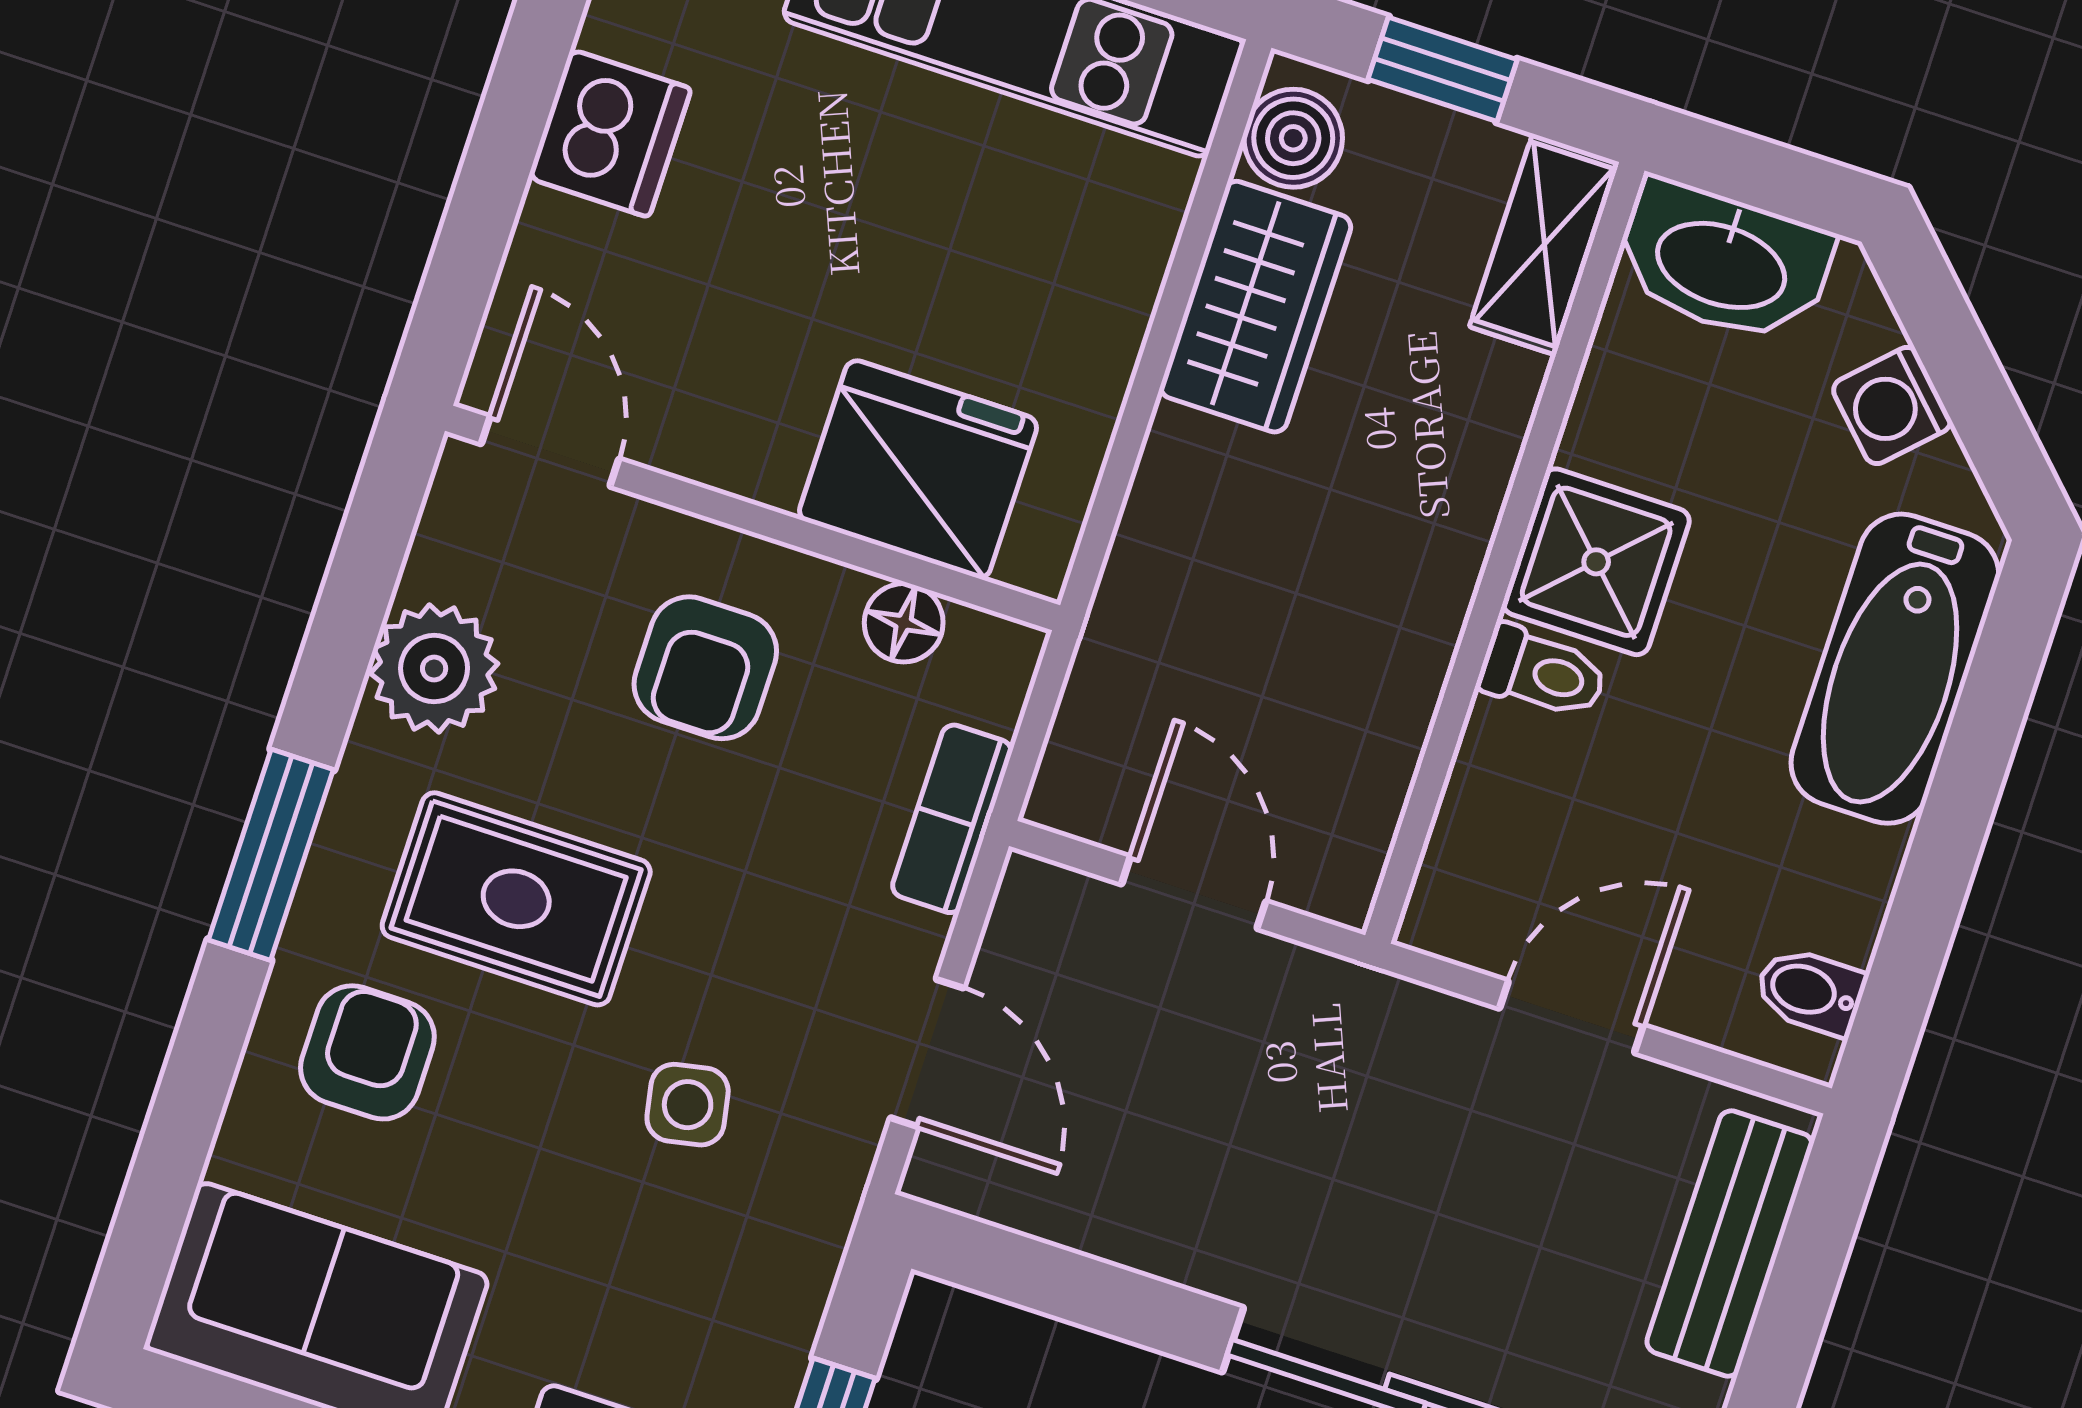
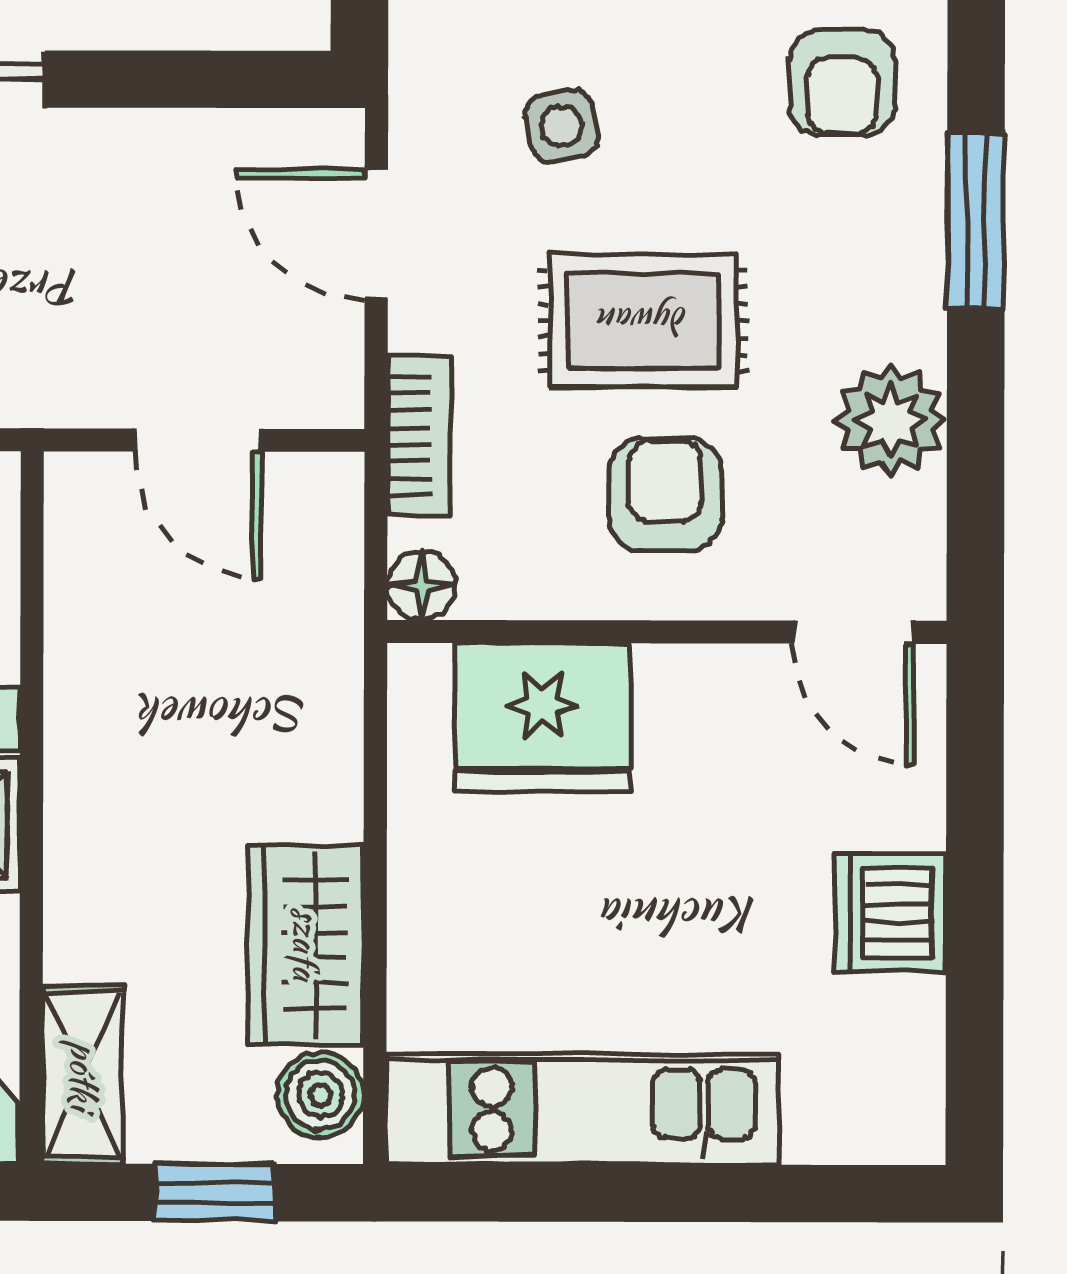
floor lamp: (904, 623) -> (422, 586), moved
rug: (516, 899) -> (643, 321), moved

